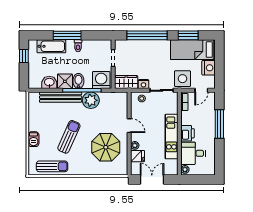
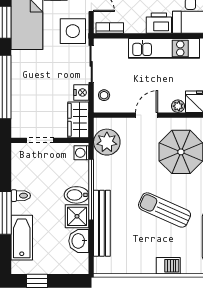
washing machine: (101, 80) -> (81, 153), width x0.53, depth x0.53
plant: (91, 100) -> (107, 142), moved

